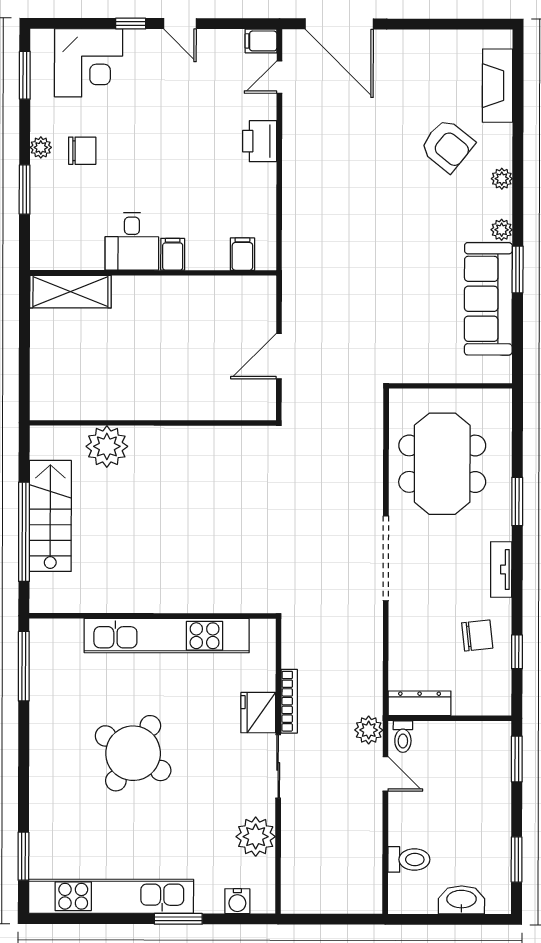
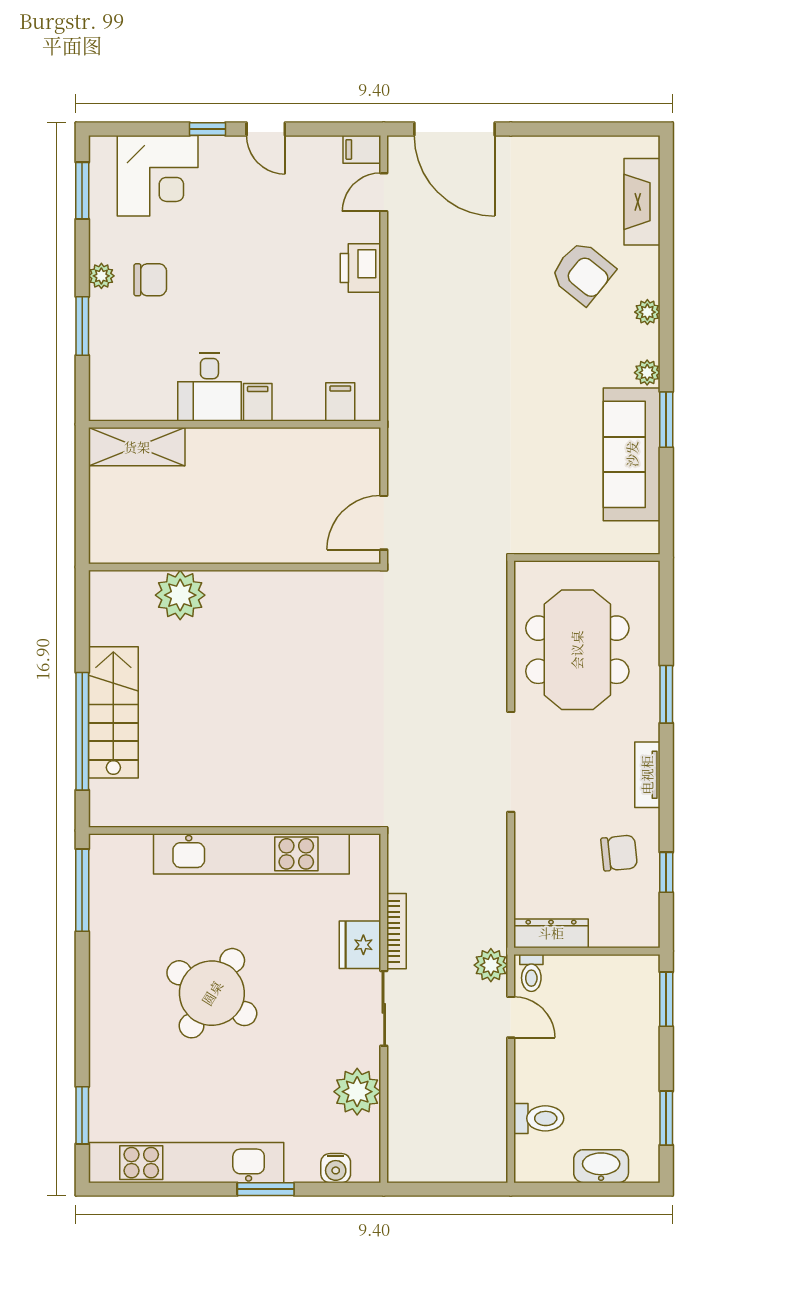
wall: (153, 423) -> (235, 567), moved
plant: (107, 446) -> (180, 595), moved

